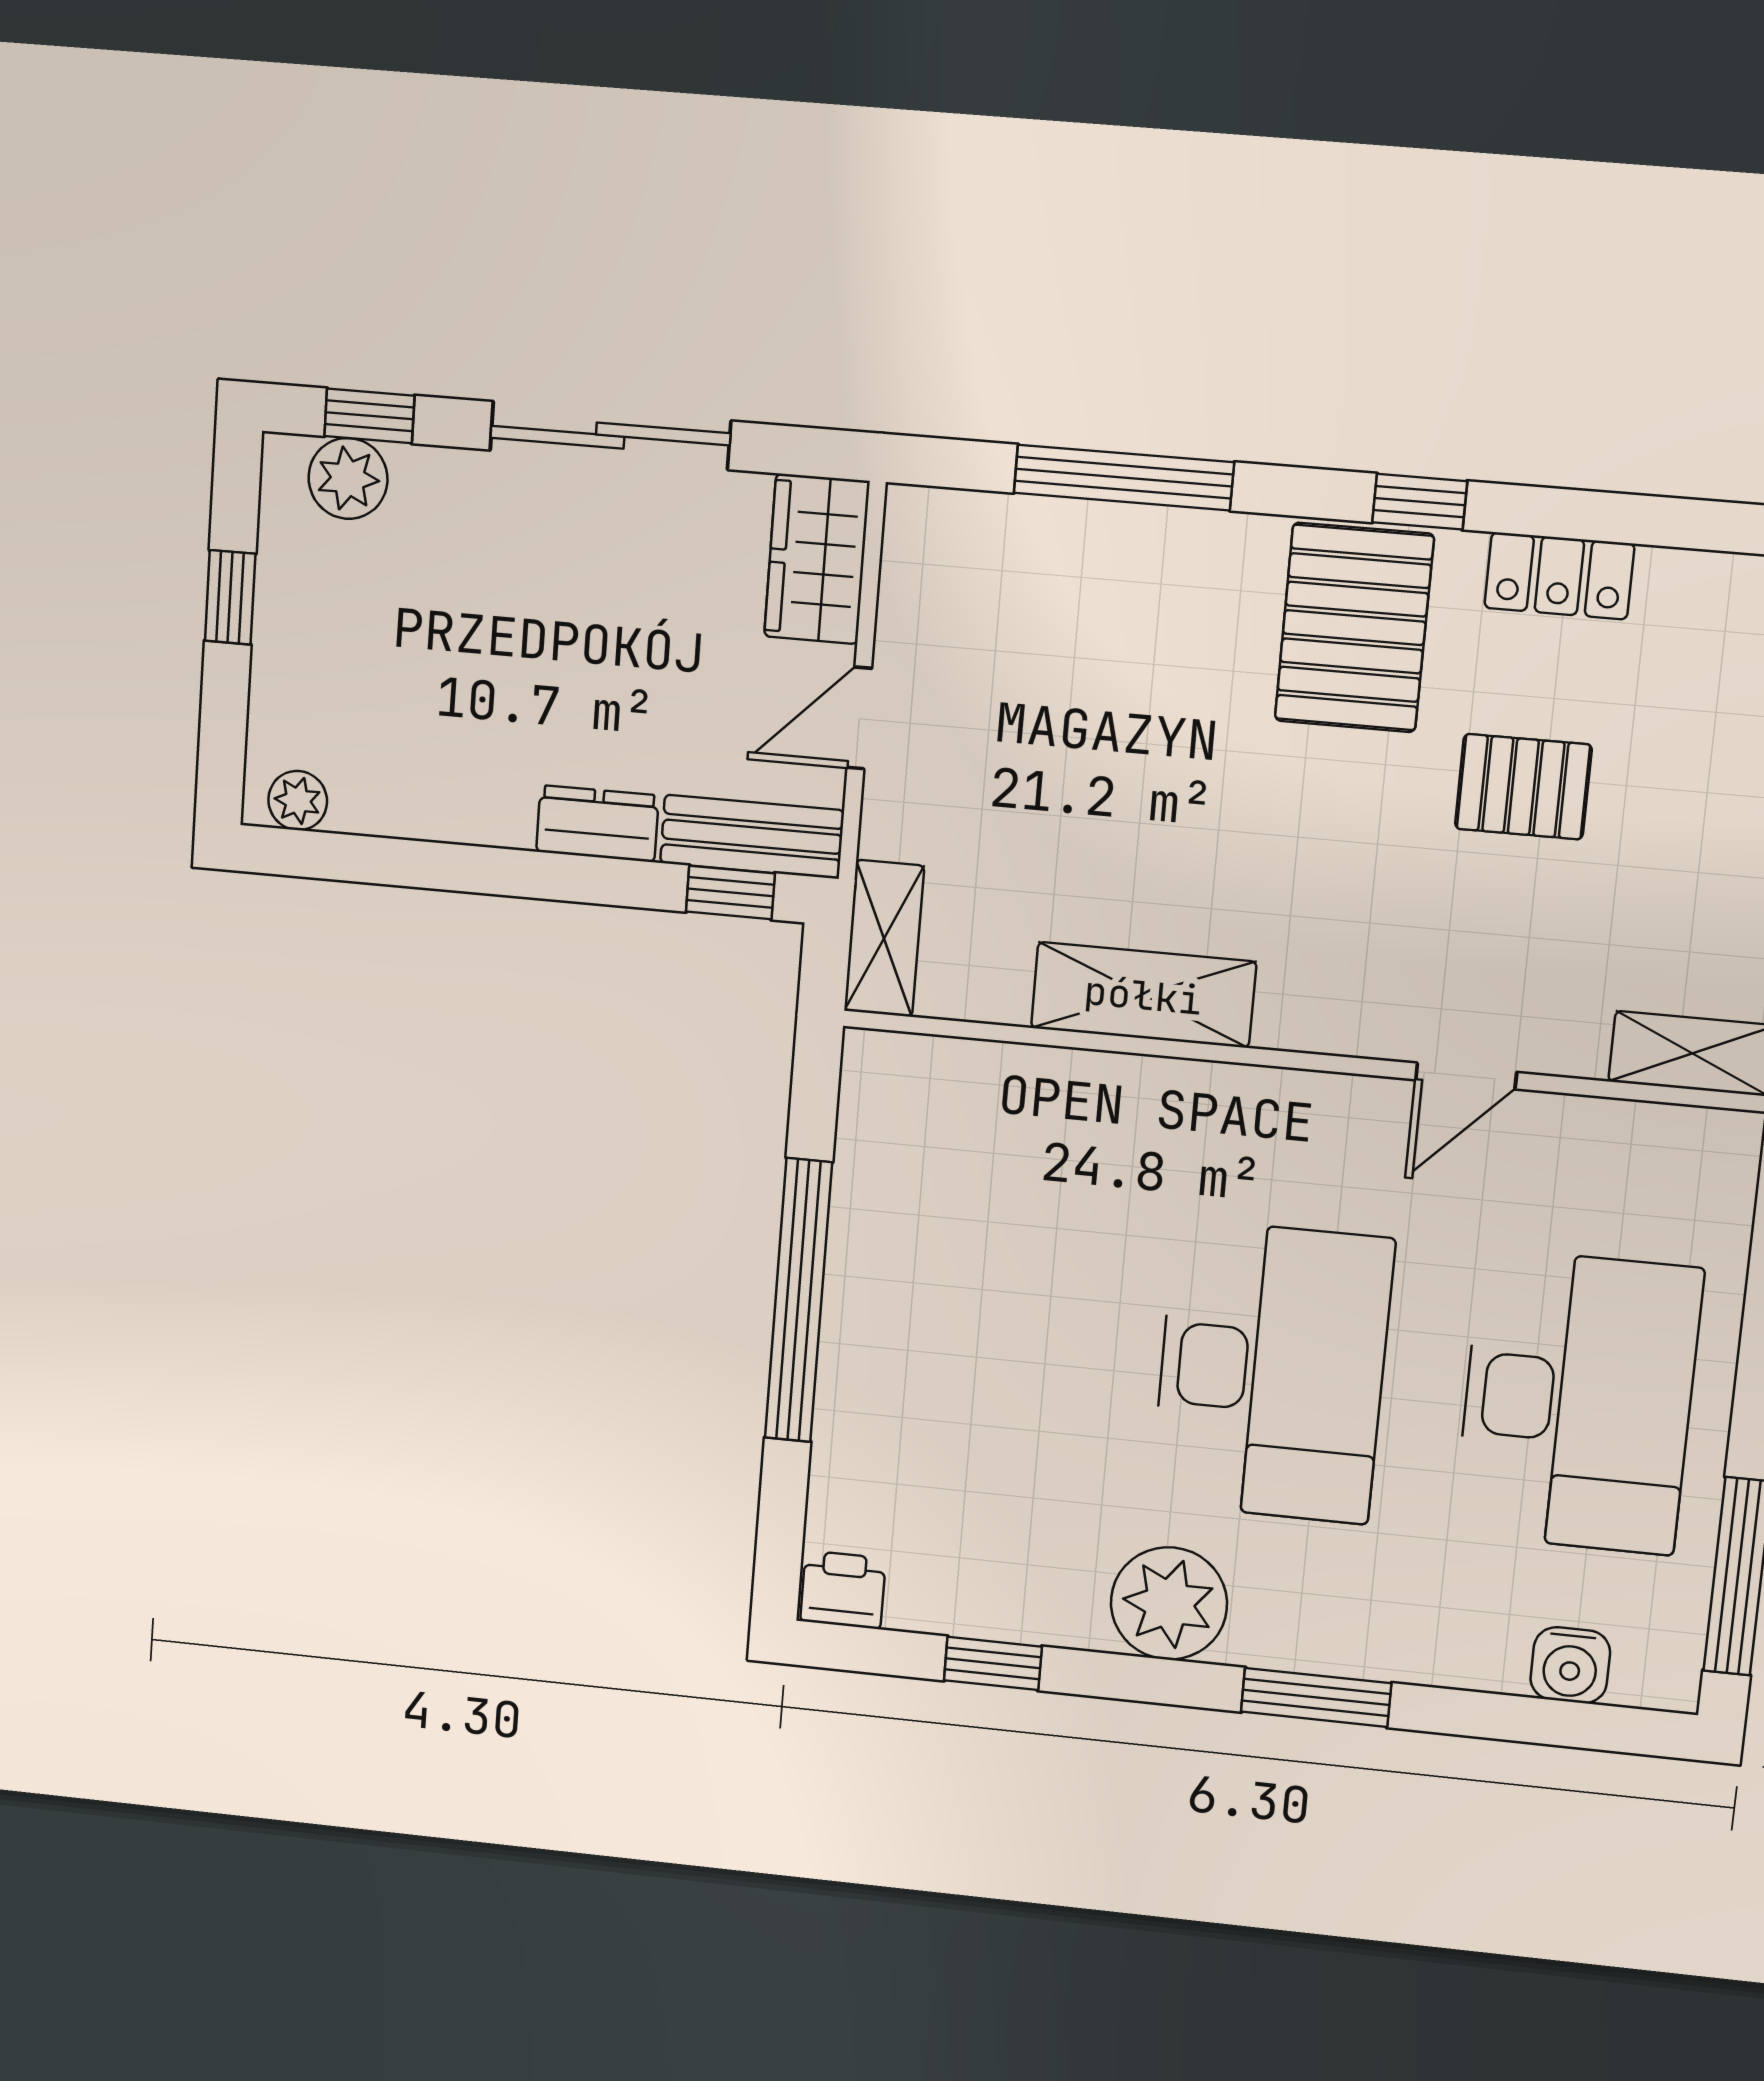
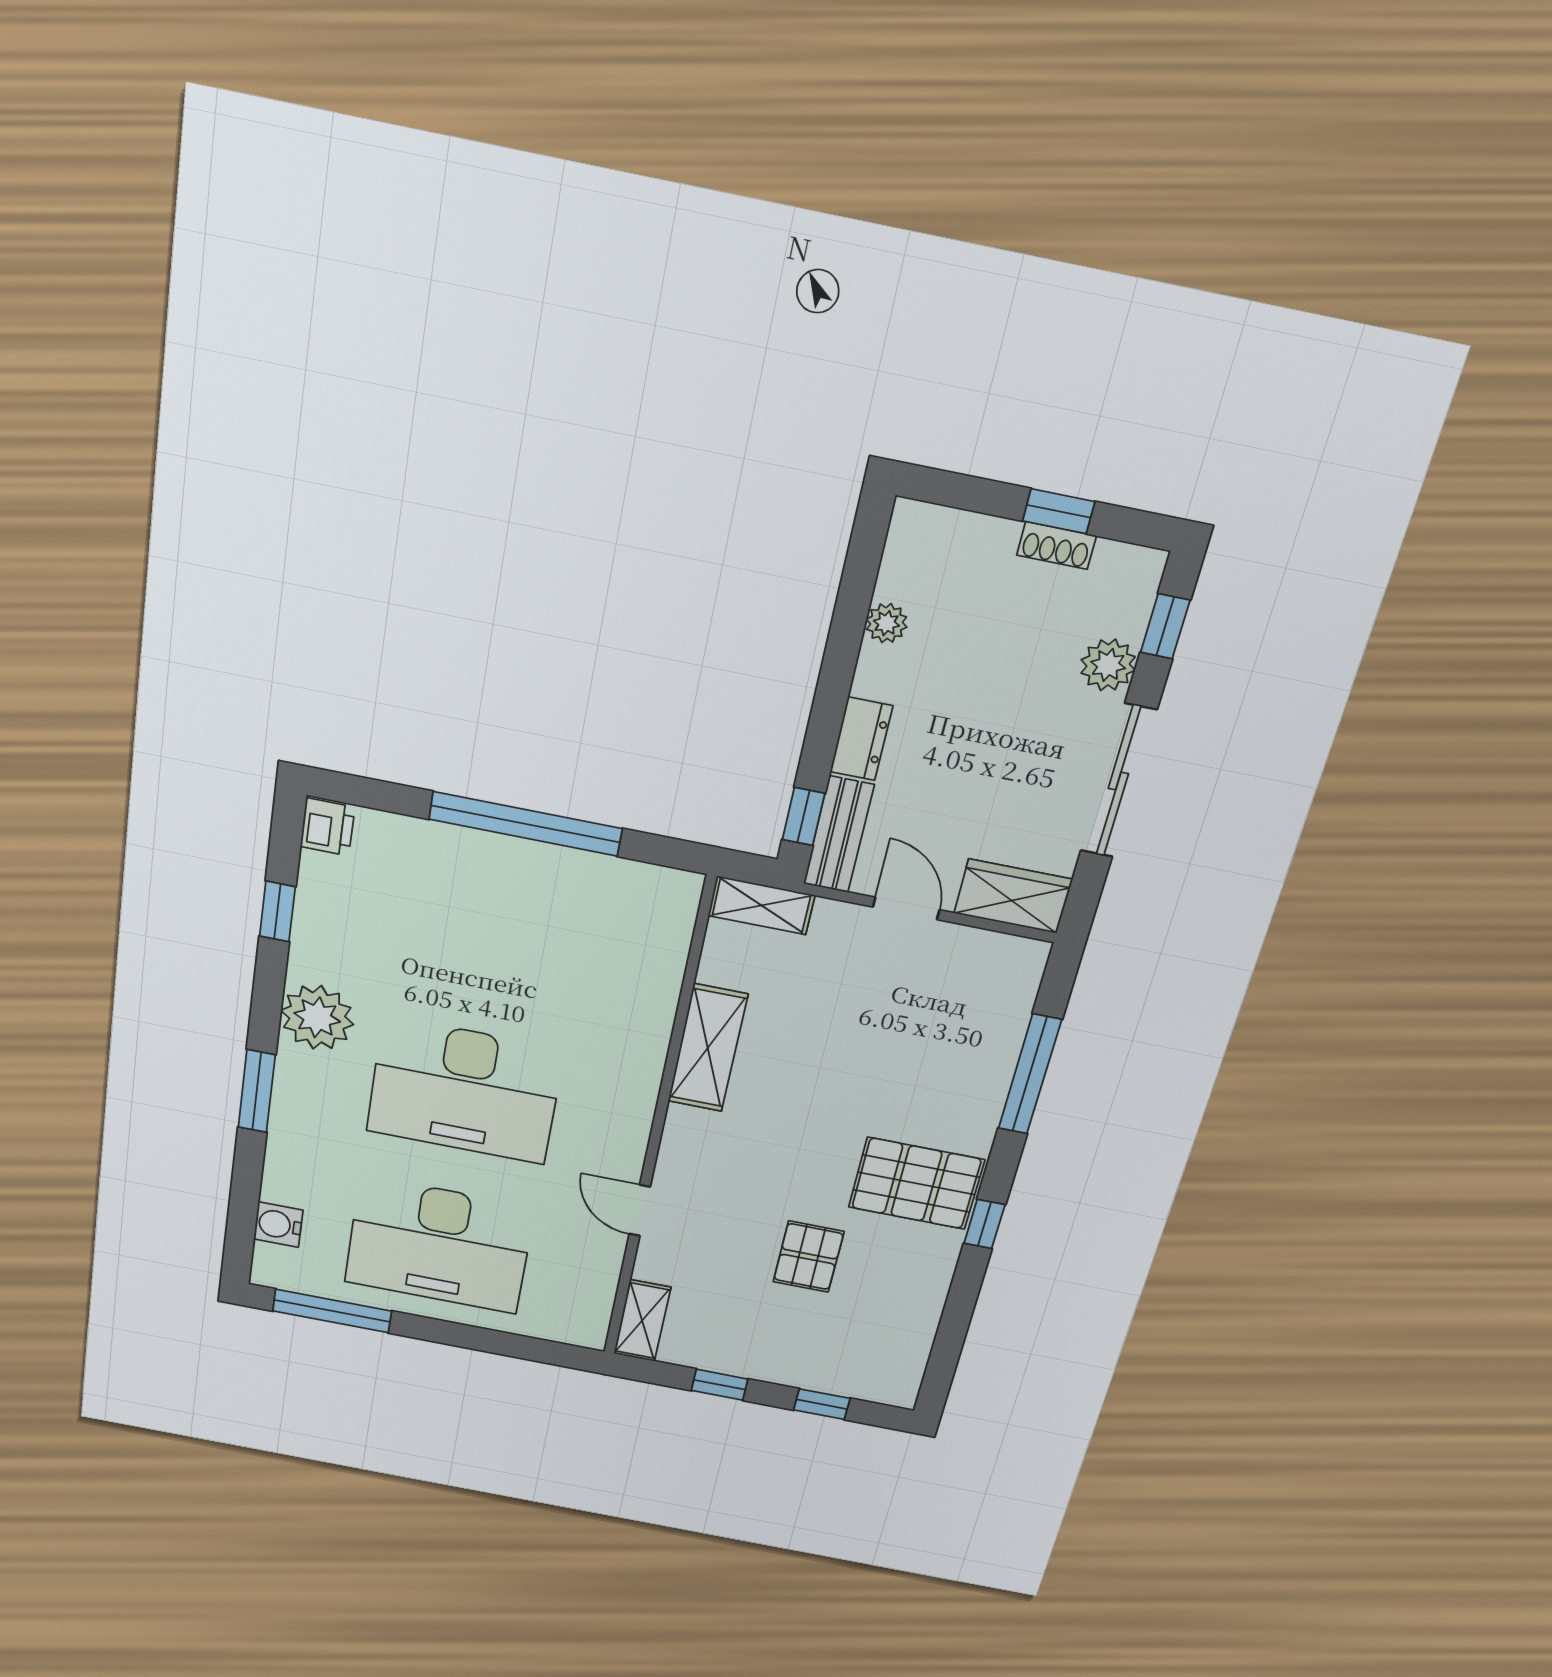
plant: (348, 478) -> (1108, 665), moved
locker: (1559, 576) -> (928, 1287), removed
shoe rack: (277, 592) -> (1056, 546), added
plant: (298, 801) -> (886, 623), moved

